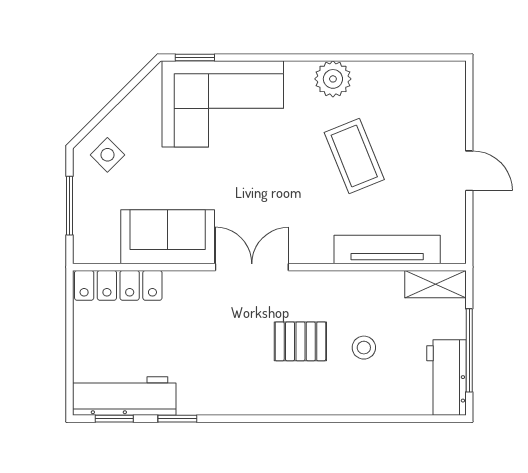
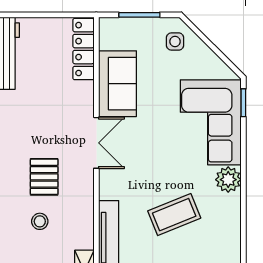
plant: (333, 79) -> (228, 180), moved
side table: (107, 155) -> (175, 41), turned 45

